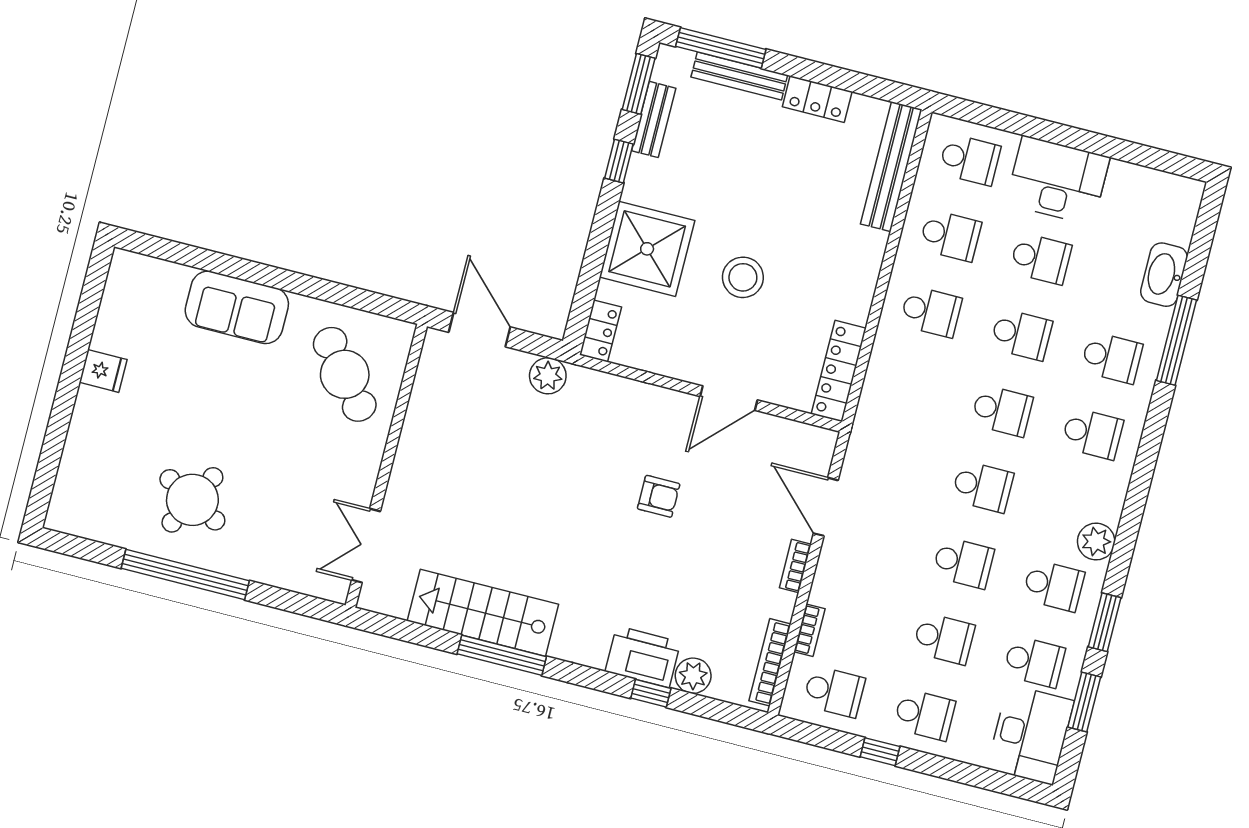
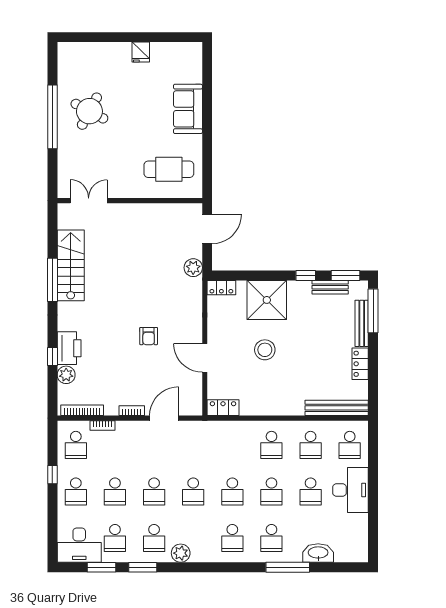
locker: (839, 371) -> (223, 408), width x0.66
cafe table: (345, 374) -> (169, 169), turned 39

